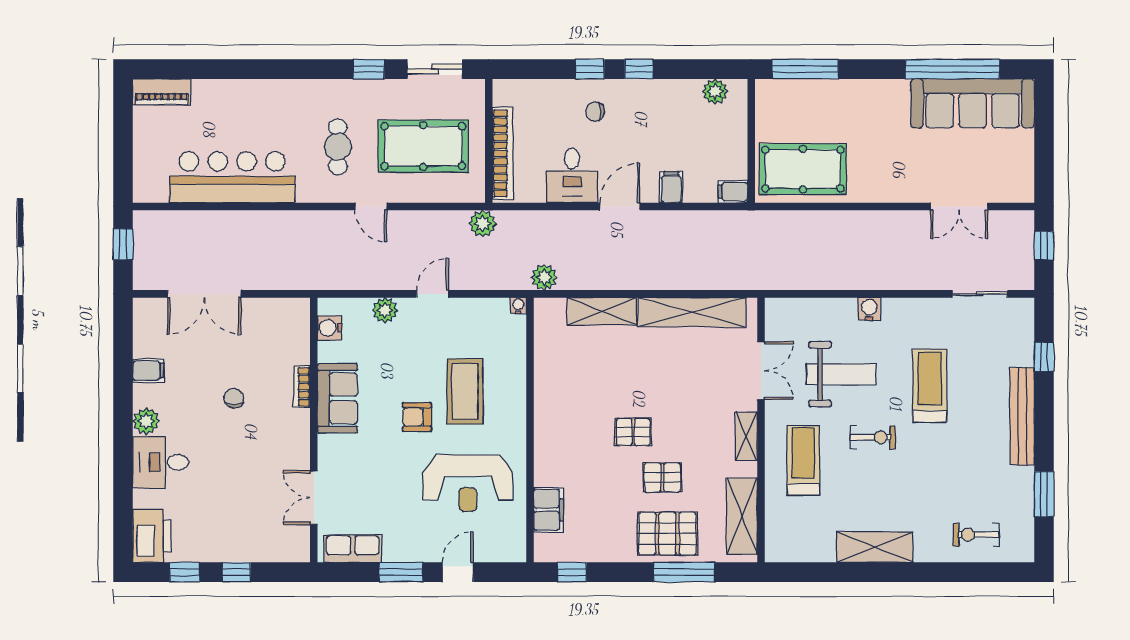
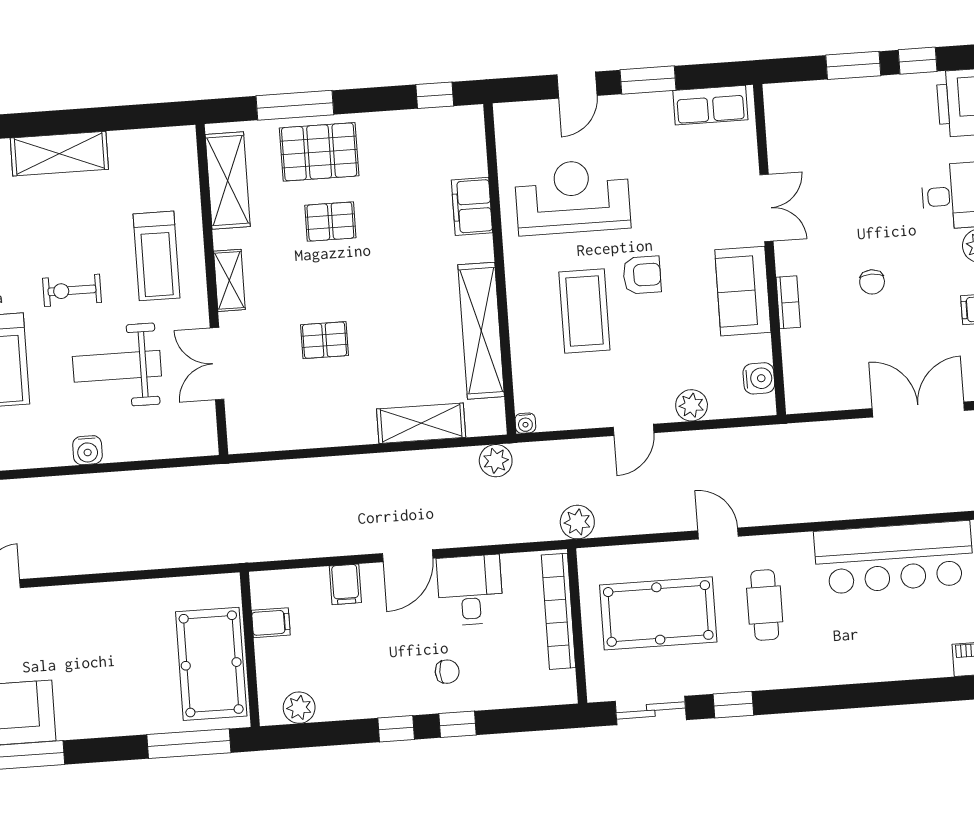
pool table: (803, 169) -> (211, 664), moved, turned 90
filing cabinet: (733, 192) -> (271, 623), moved
shelving: (692, 312) -> (481, 331), moved, turned 90
pallet: (633, 432) -> (324, 340), moved
double door: (314, 498) -> (767, 208), moved
filing cabinet: (549, 510) -> (472, 206), moved
window: (236, 572) -> (853, 65), width x1.50

